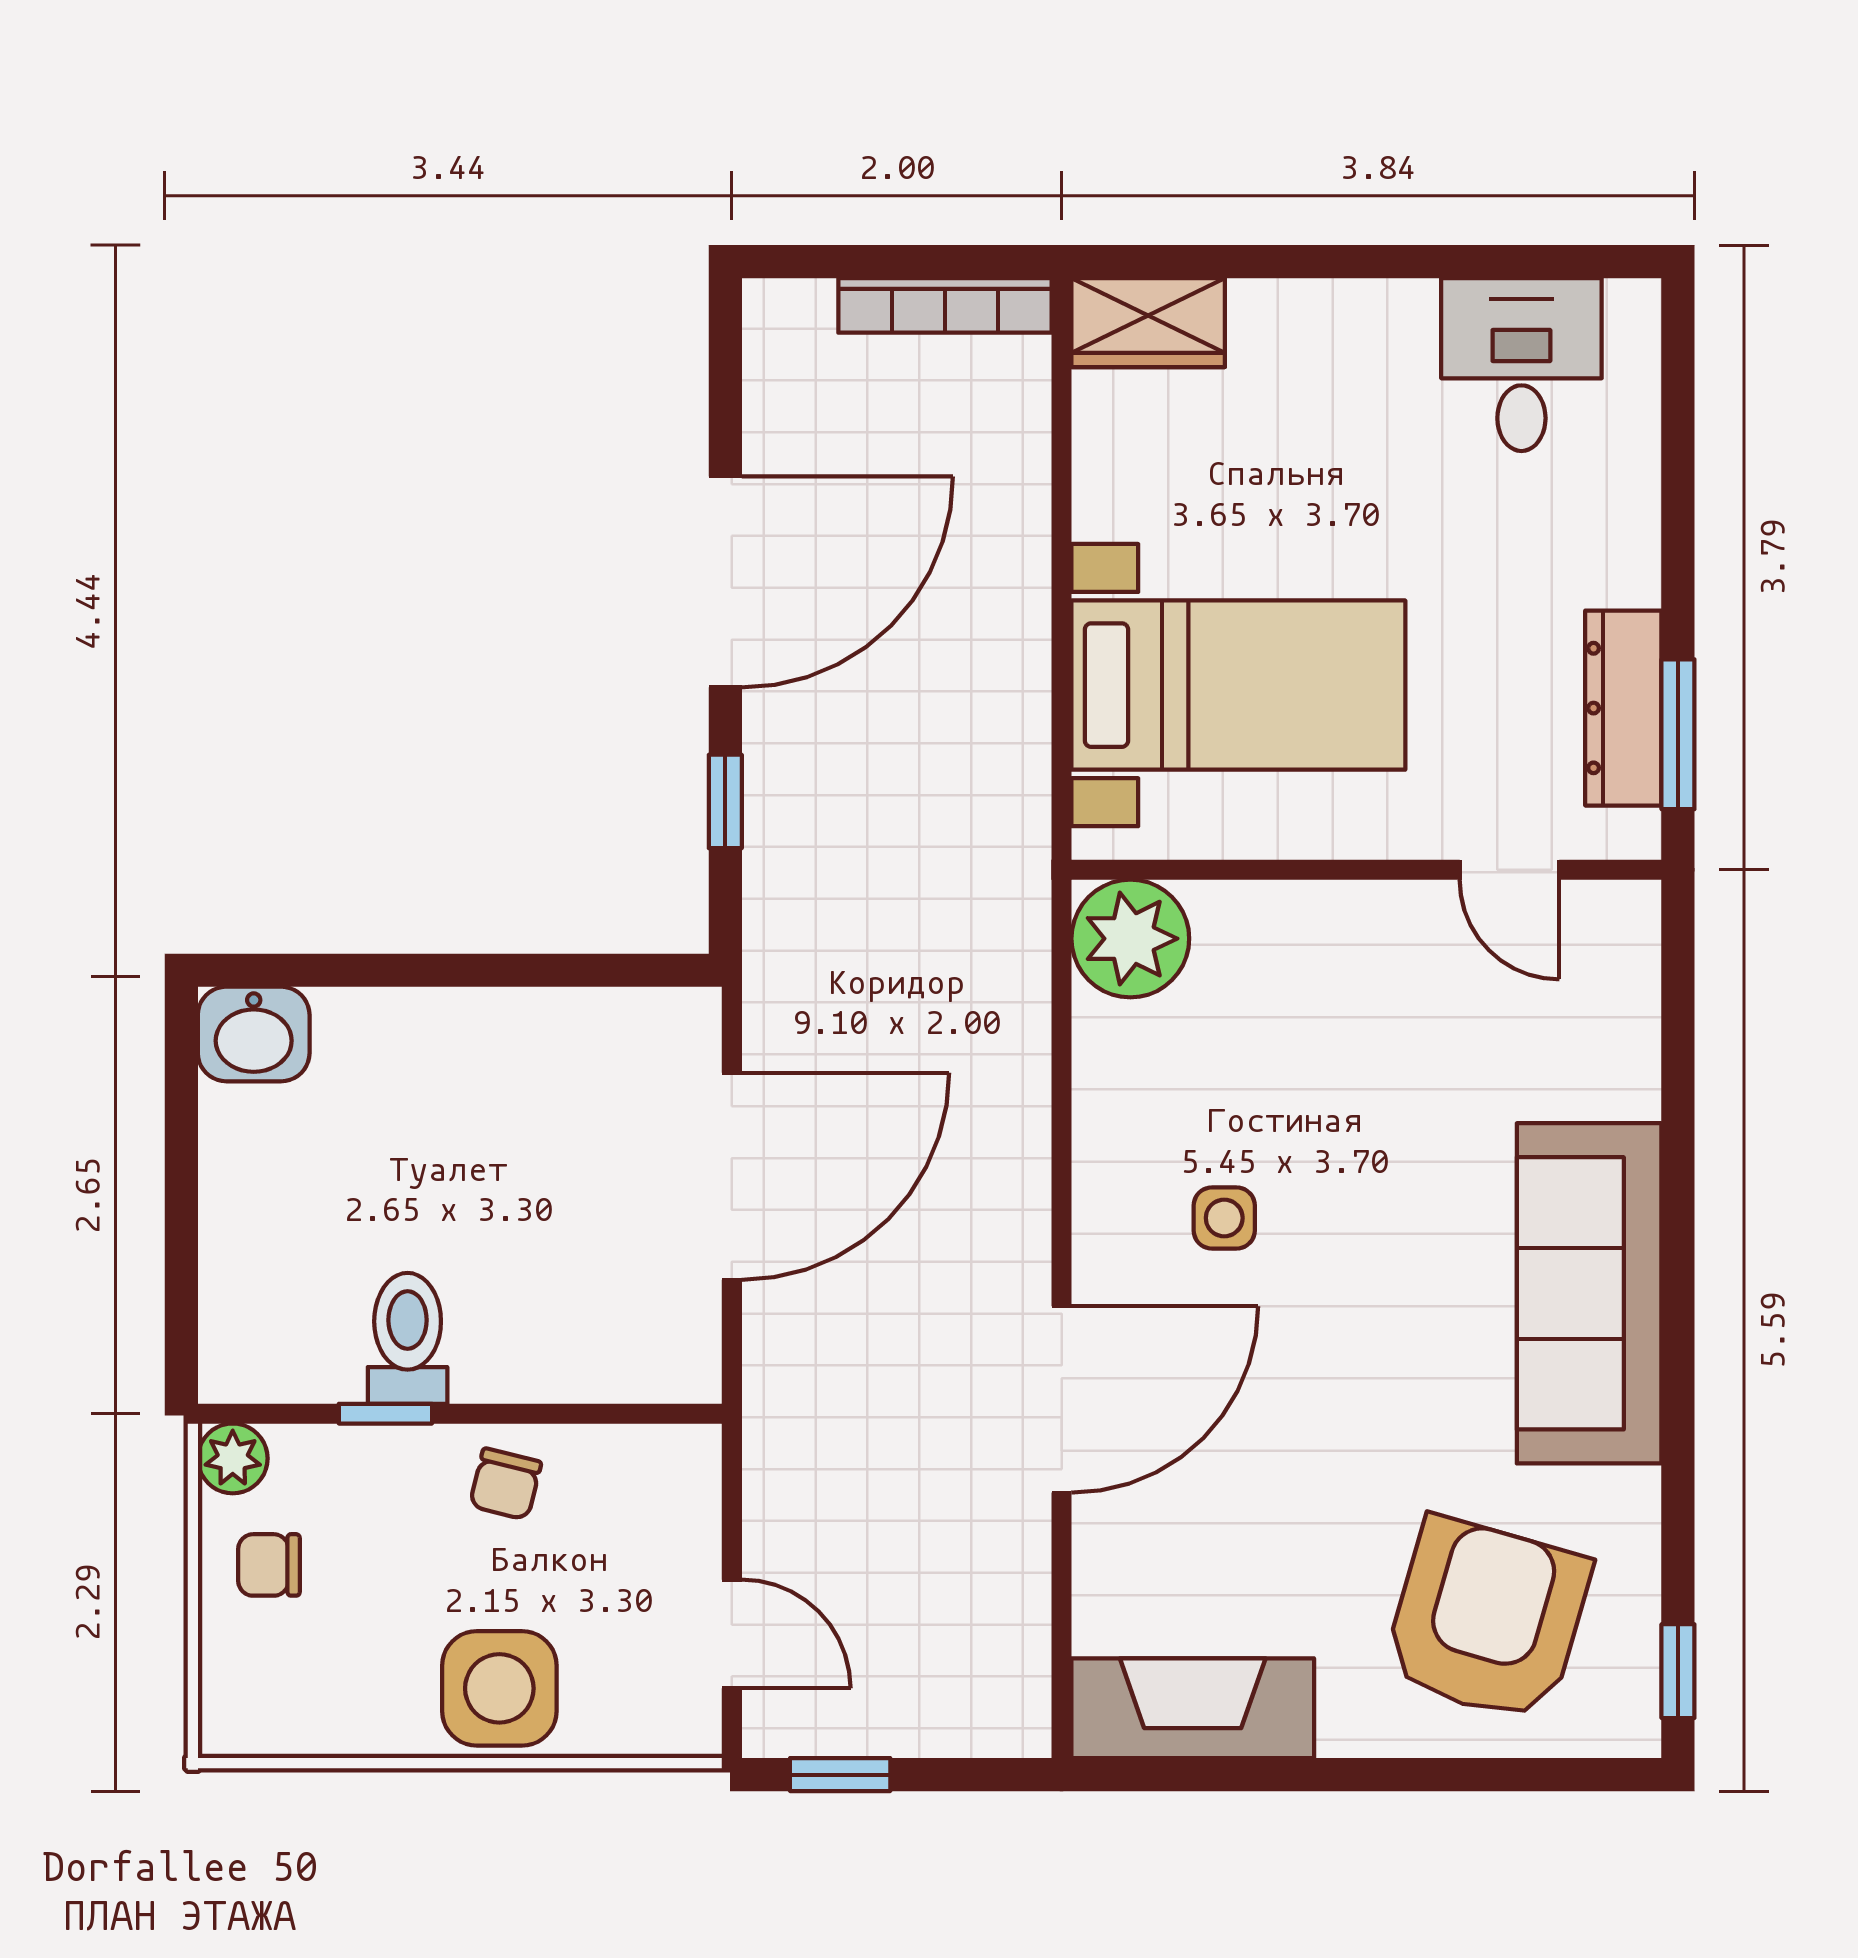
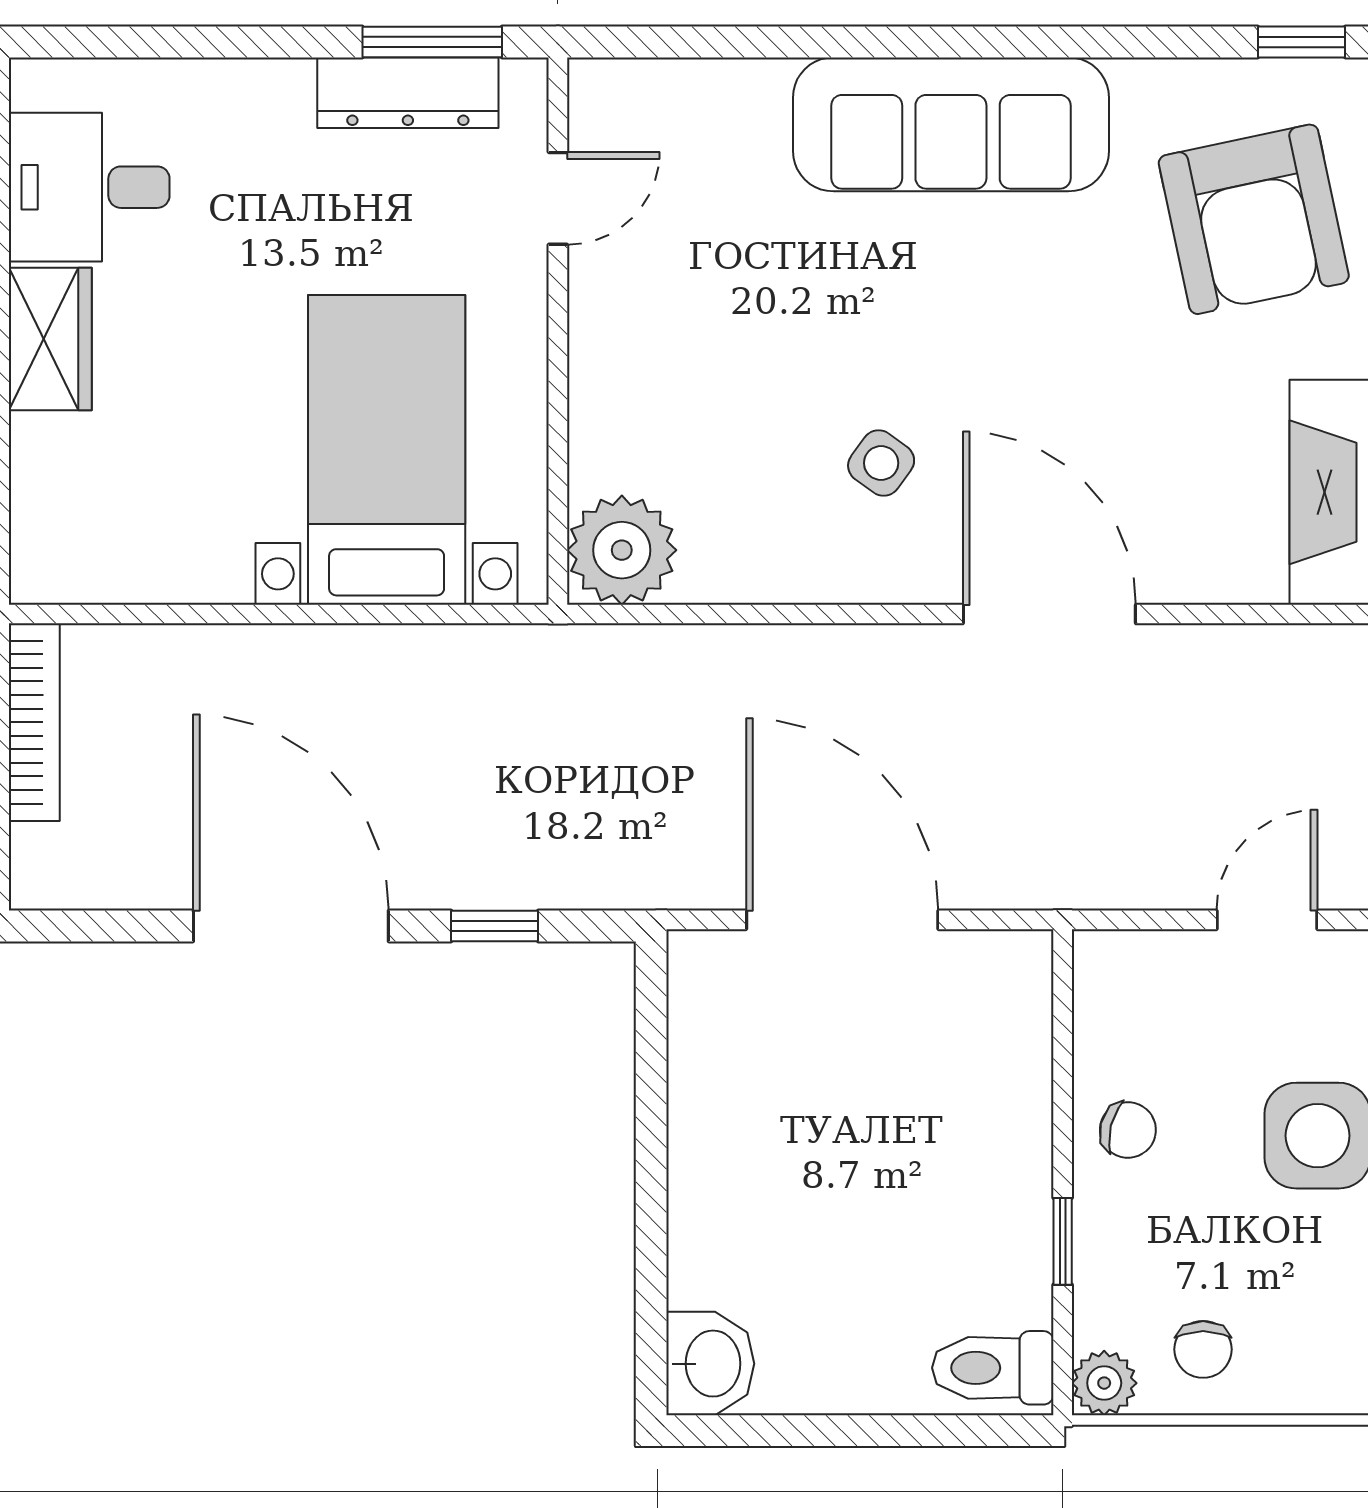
wardrobe: (1148, 323) -> (50, 339), moved
side table: (1224, 1218) -> (881, 463), turned 36
toilet: (408, 1338) -> (993, 1368), moved
armchair: (1487, 1620) -> (1254, 219), turned -118

